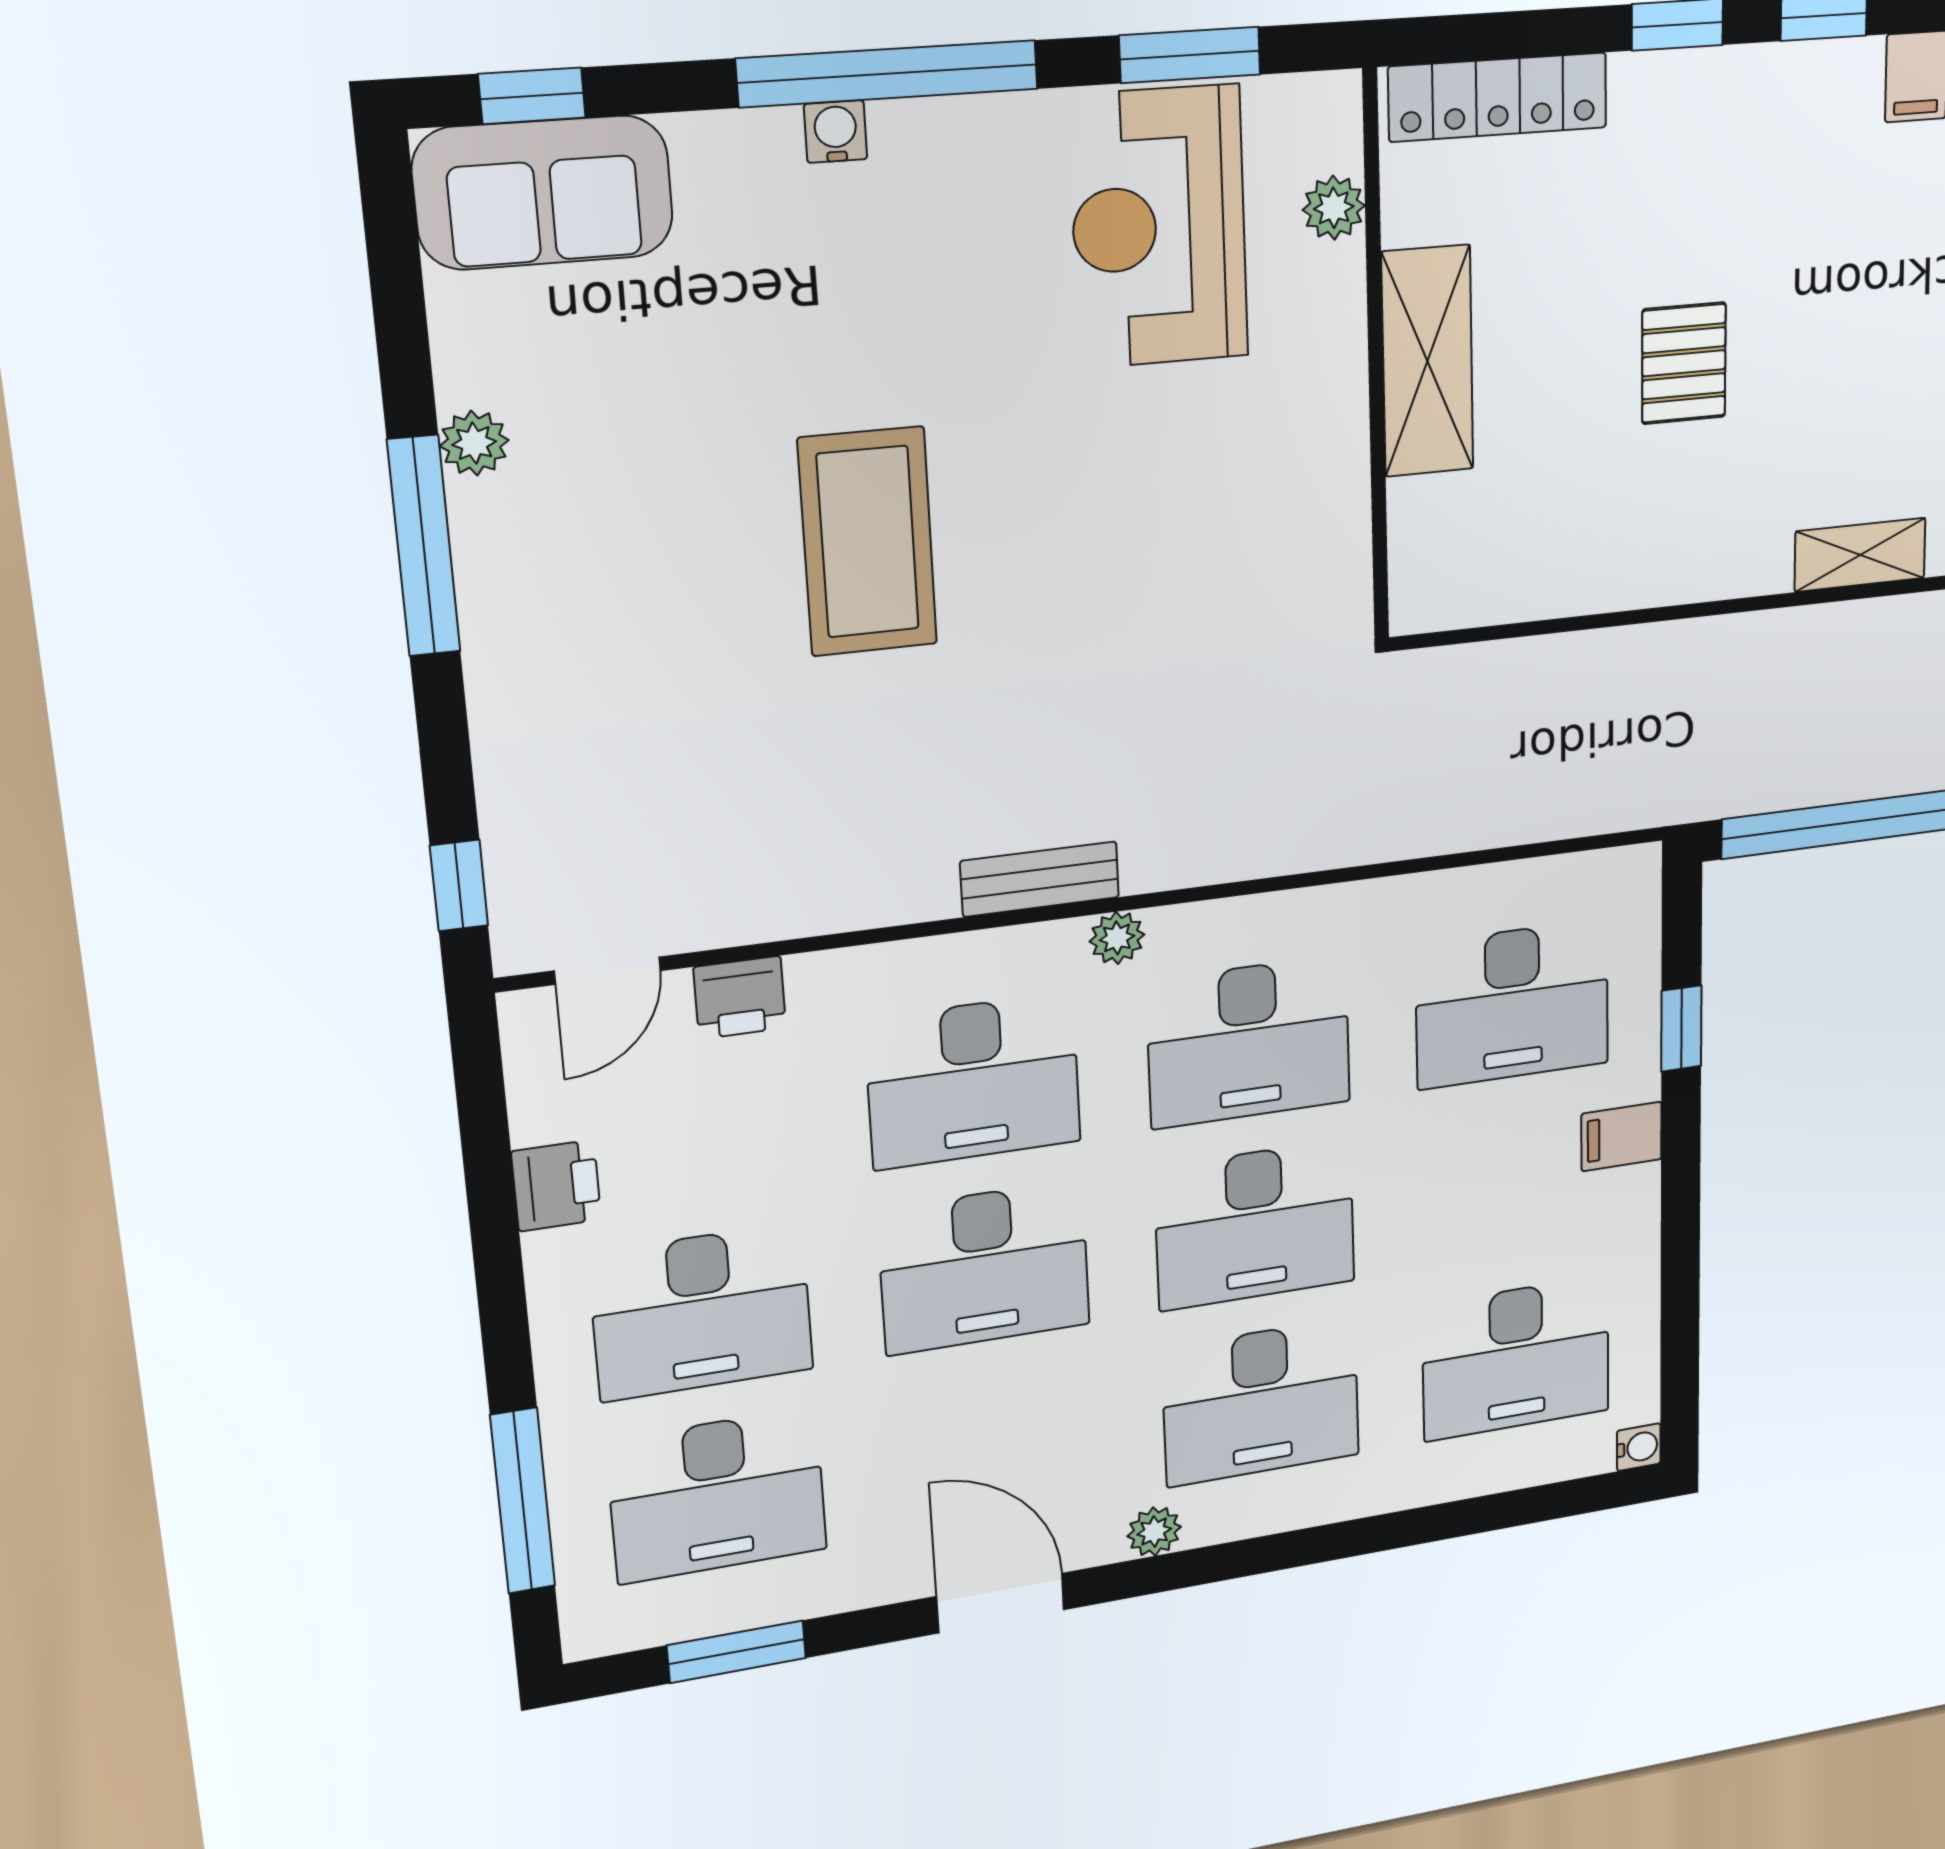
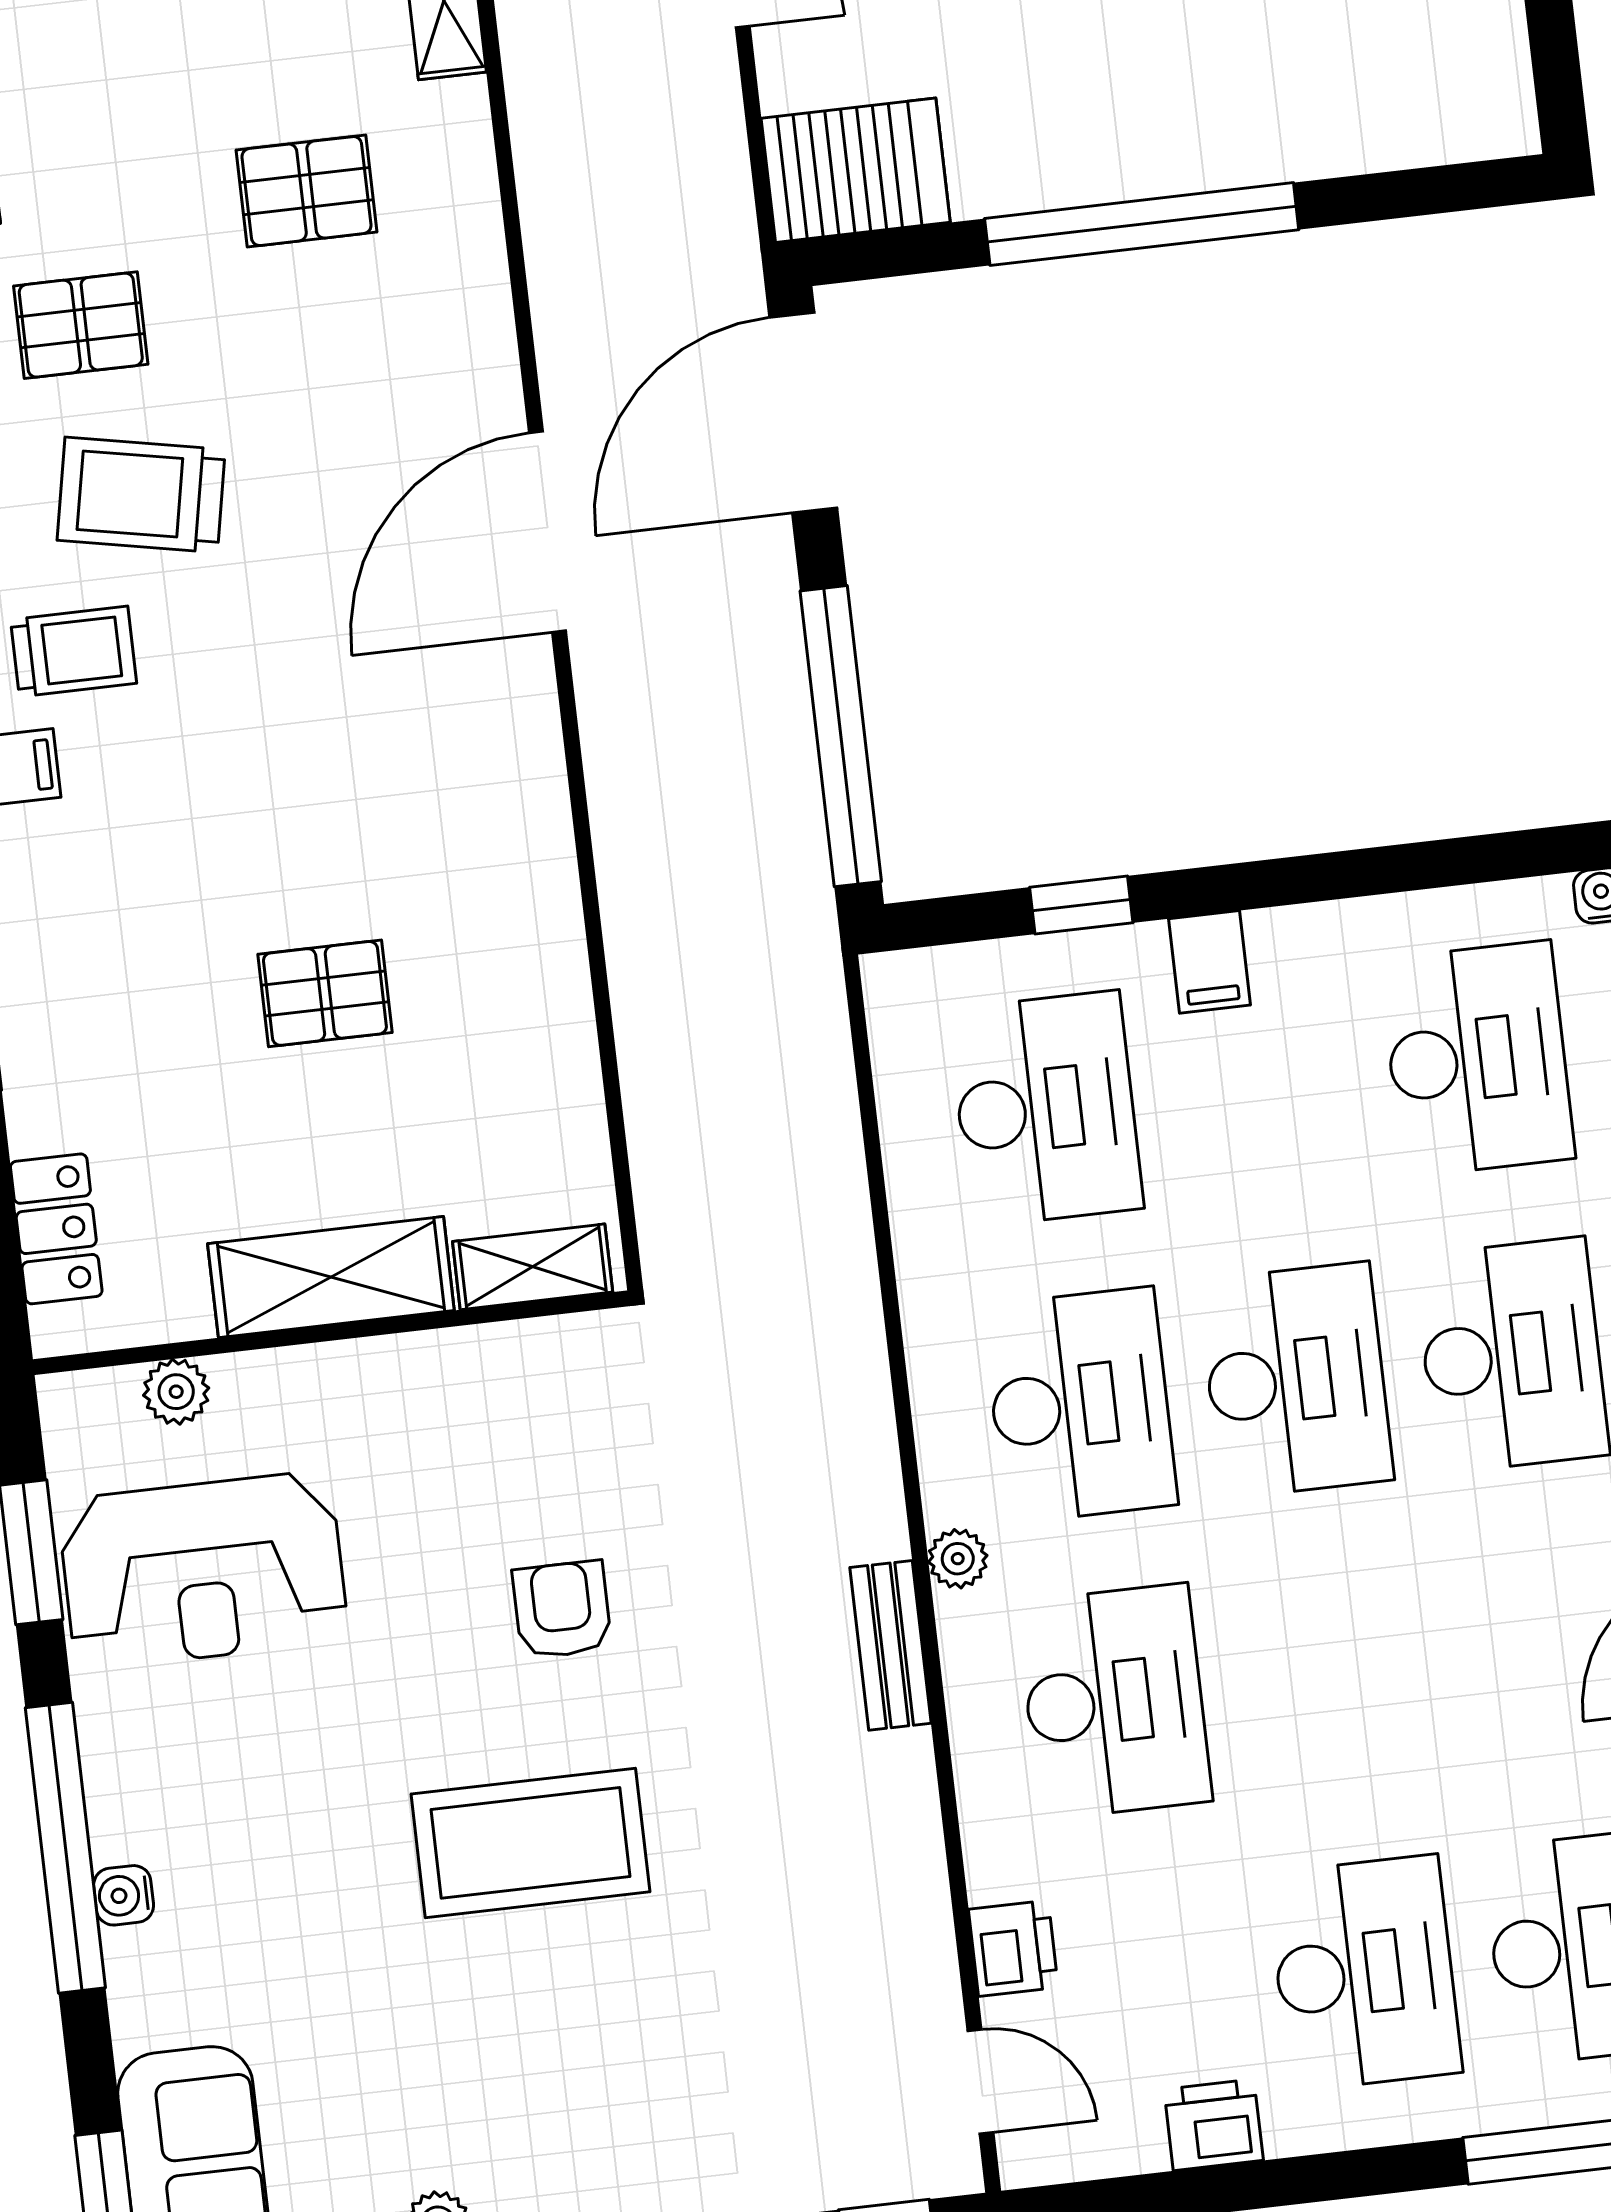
locker: (1498, 97) -> (56, 1229), width x0.66
shelving: (1860, 555) -> (533, 1267), moved, turned 90
armchair: (1095, 574) -> (562, 1610), added
desk: (984, 1267) -> (1330, 1677), removed

